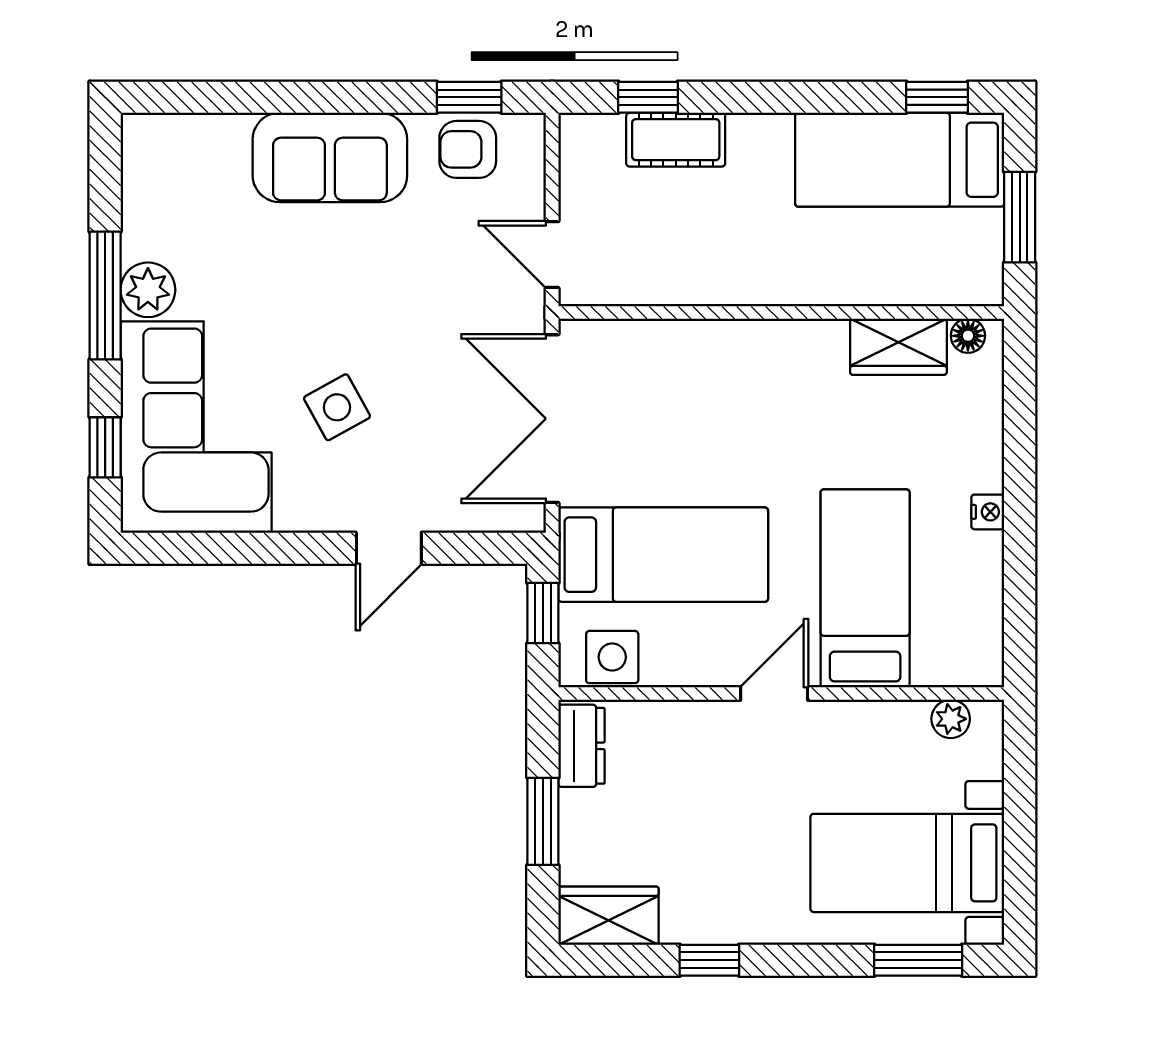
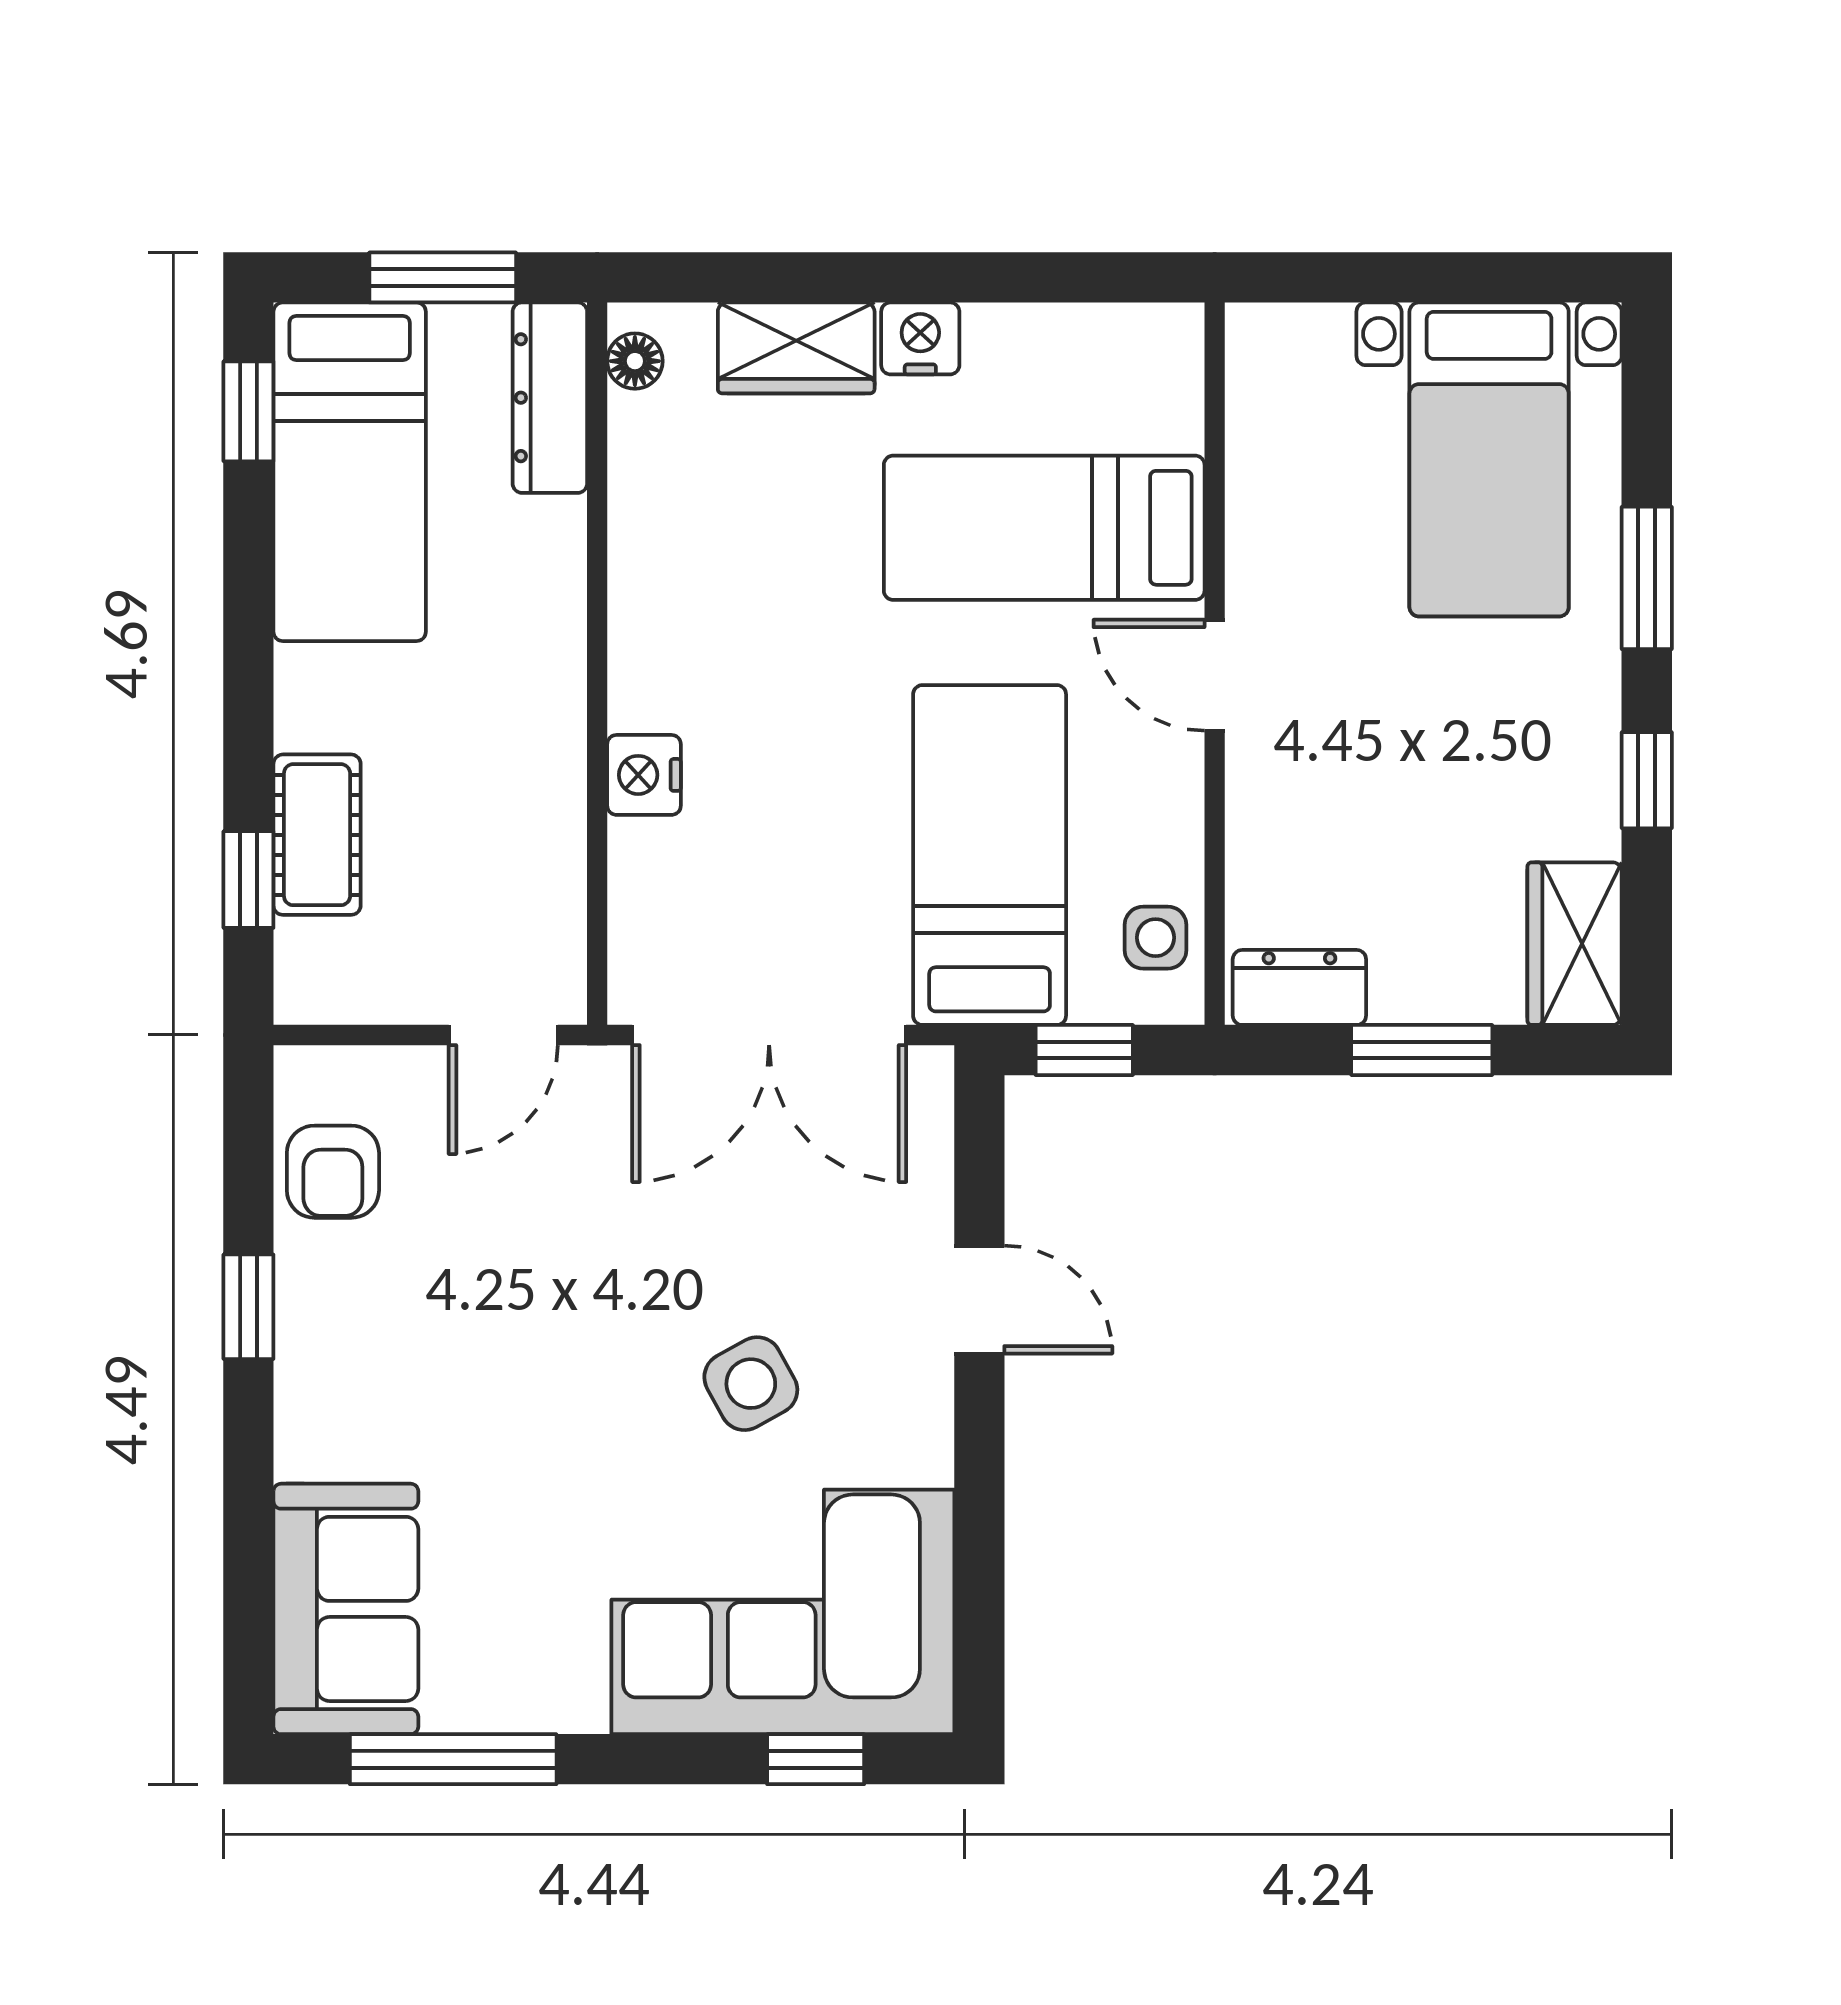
window: (469, 97) -> (248, 1307), moved
sofa: (330, 157) -> (346, 1609), moved
dresser: (945, 283) -> (550, 398), added
plant: (148, 290) -> (560, 1690), removed
window: (105, 296) -> (453, 1759), moved
nightstand: (713, 341) -> (644, 775), added
wardrobe: (898, 347) -> (796, 348), moved, turned 90
nightstand: (988, 512) -> (920, 338), width x1.39, depth x1.35
side table: (612, 657) -> (1156, 938), width x0.73, depth x0.73
plant: (951, 719) -> (1256, 389), removed
window: (918, 960) -> (1647, 578), moved

